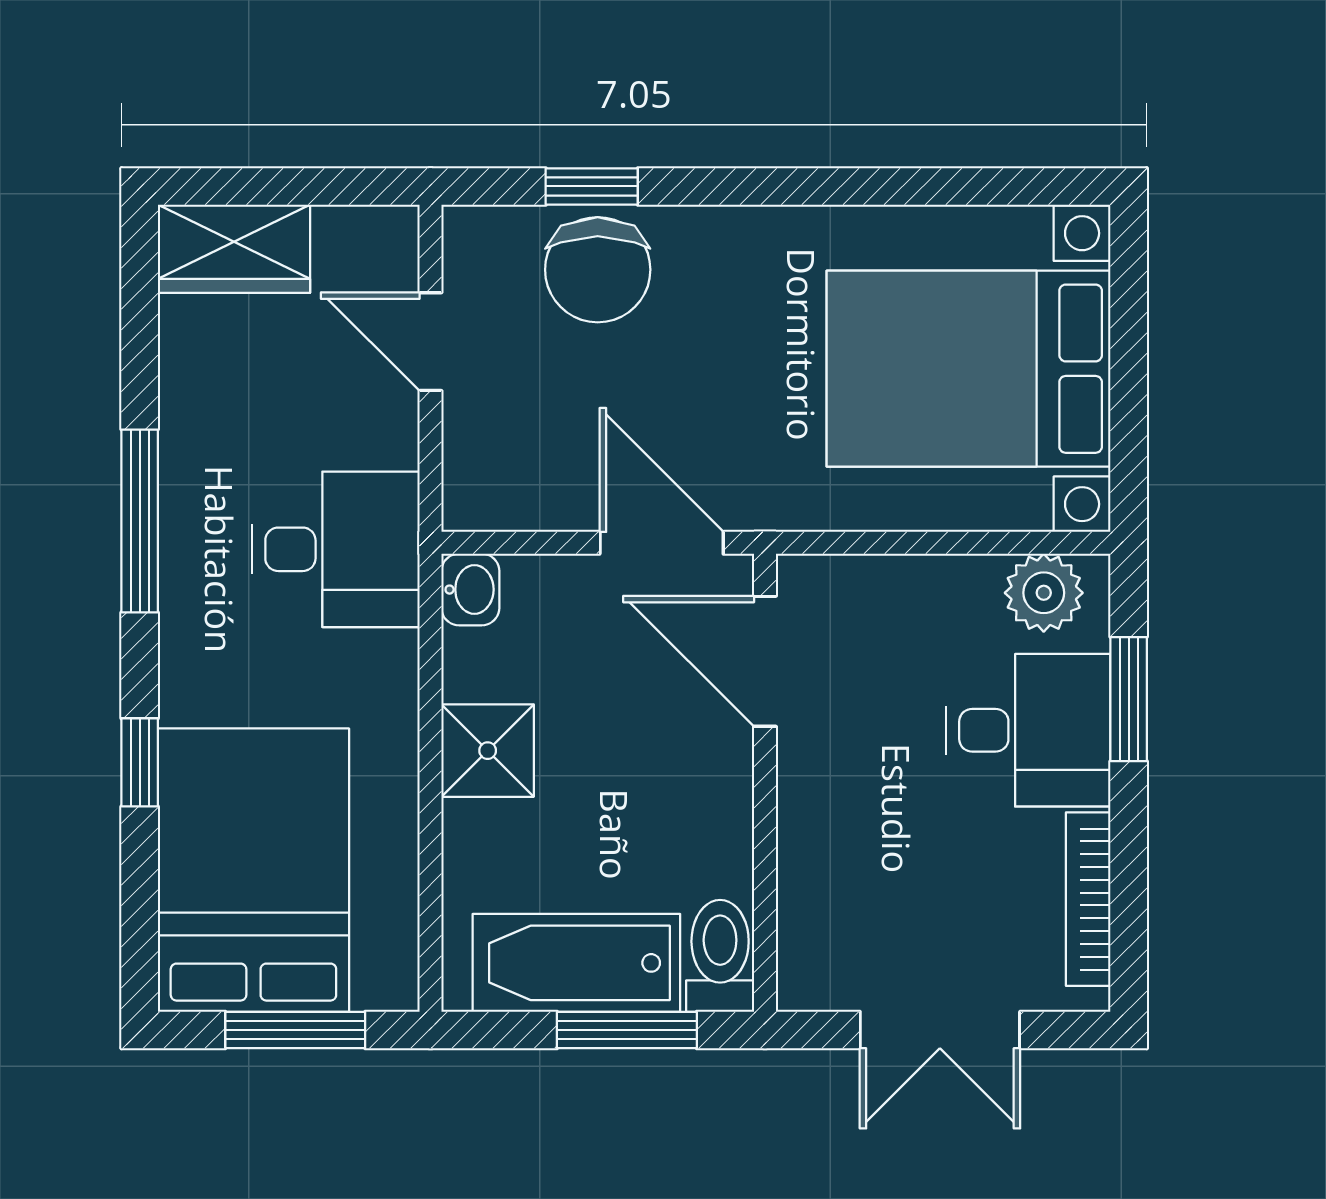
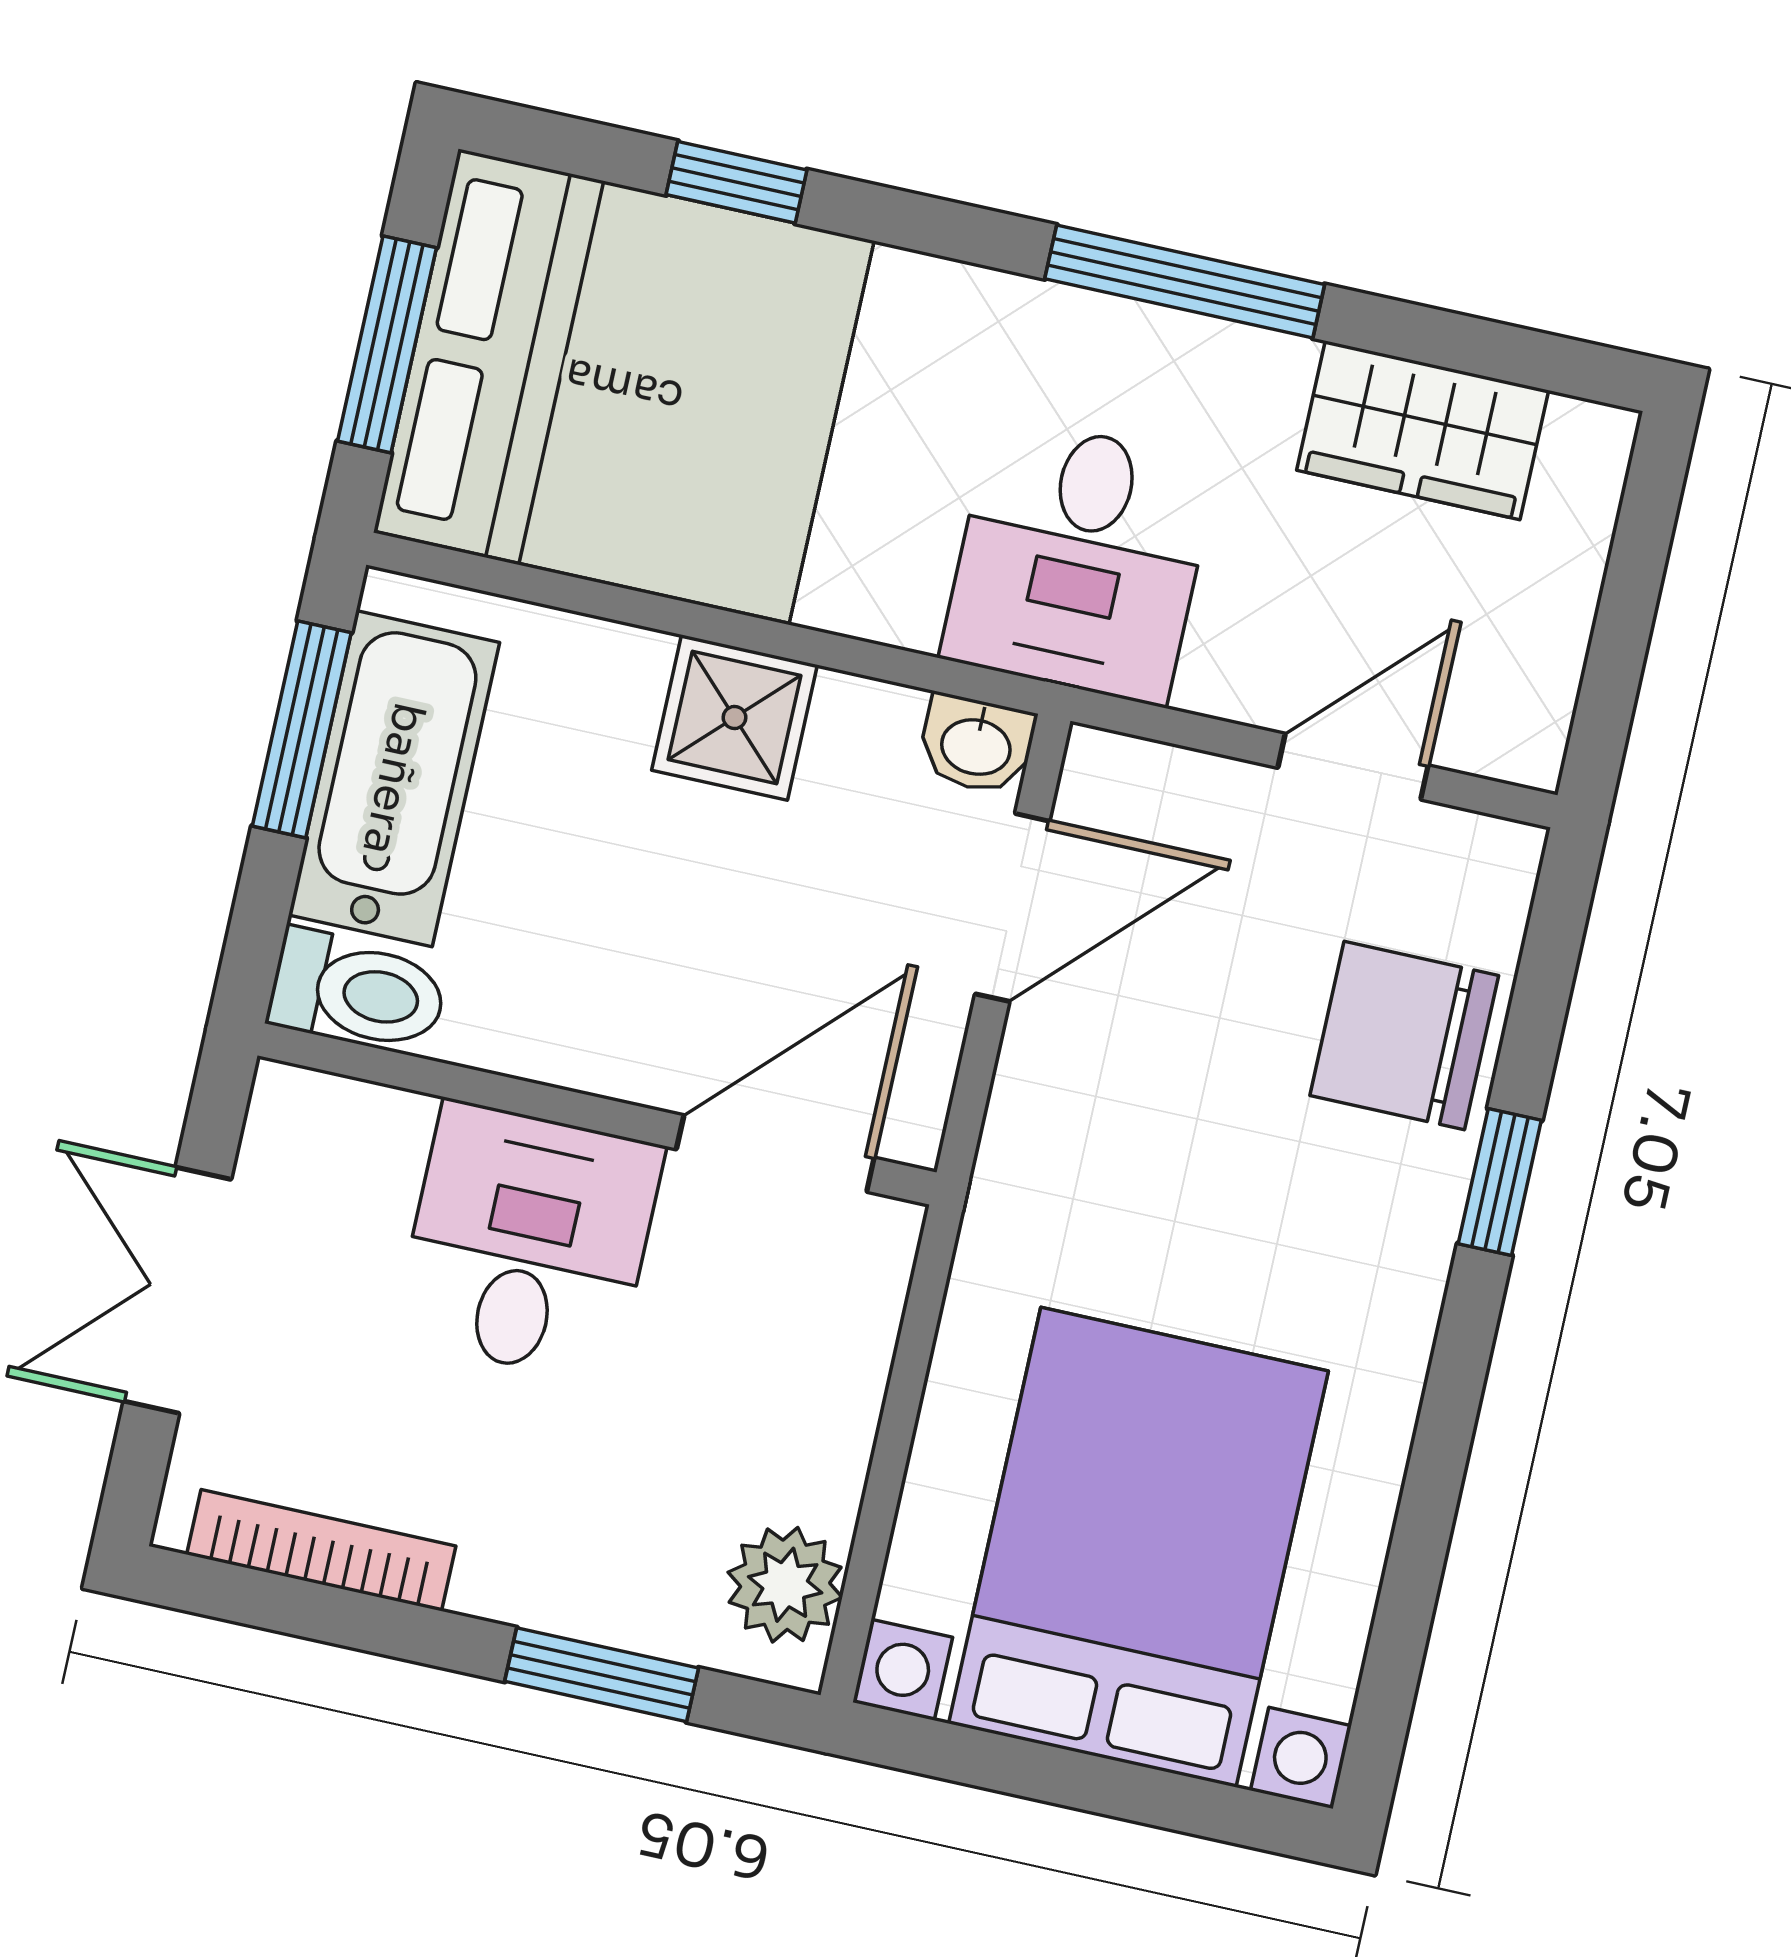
window: (592, 186) -> (1500, 1182), moved
wardrobe: (234, 249) -> (1423, 430), moved, turned -90
door: (662, 543) -> (1012, 907), moved
desk: (1028, 730) -> (529, 1242), moved, turned 180
window: (140, 762) -> (737, 182), moved
bed: (253, 870) -> (624, 386), width x1.36
window: (627, 1030) -> (302, 729), moved

